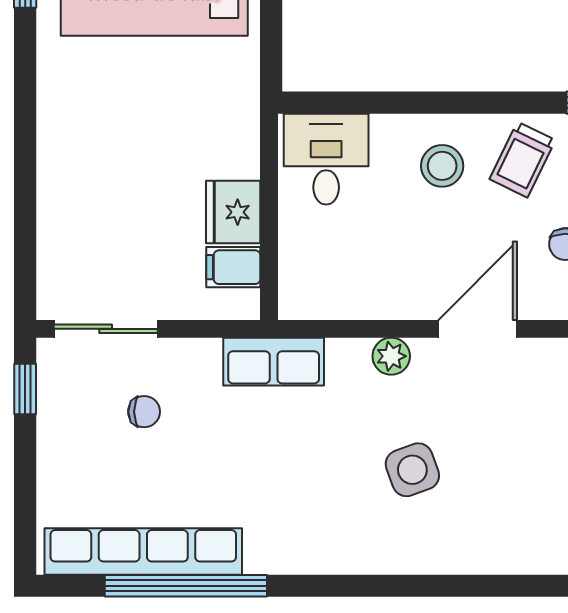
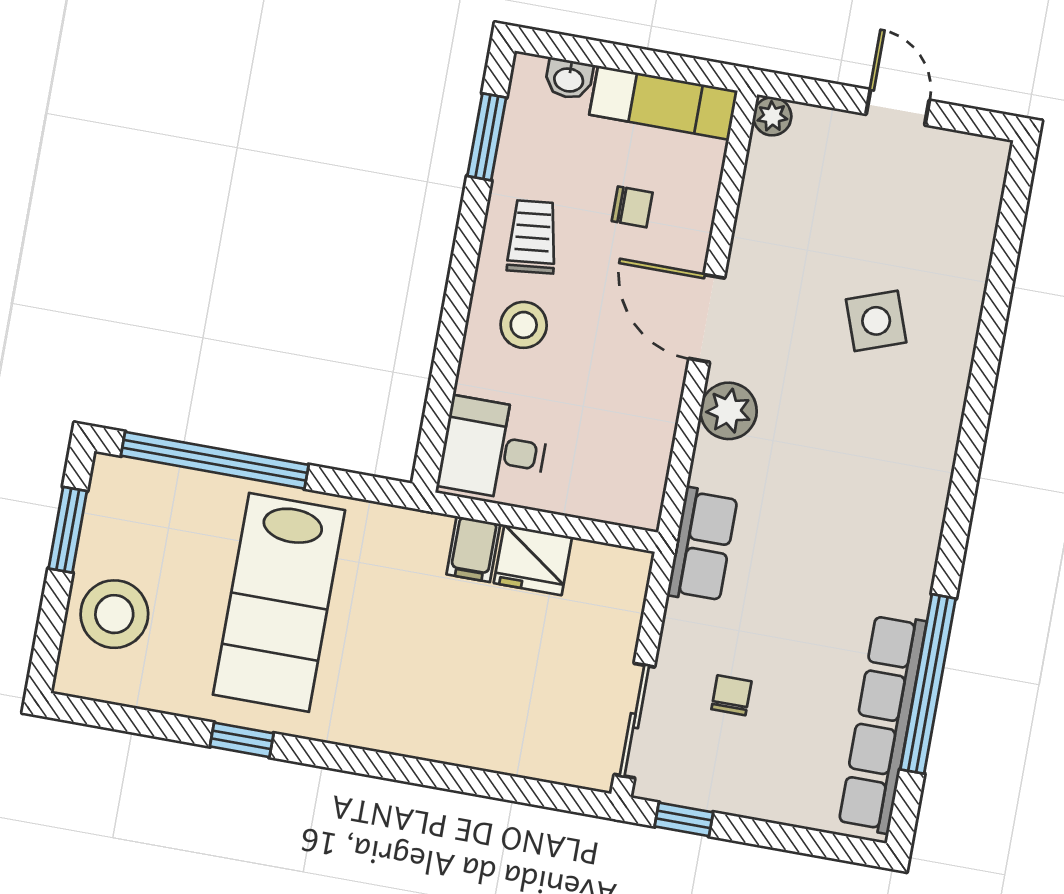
trolley: (522, 160) -> (532, 237), turned -122
filing cabinet: (233, 267) -> (473, 549), moved
plant: (391, 356) -> (729, 411), width x1.38, depth x1.38
side table: (412, 470) -> (876, 321), moved

